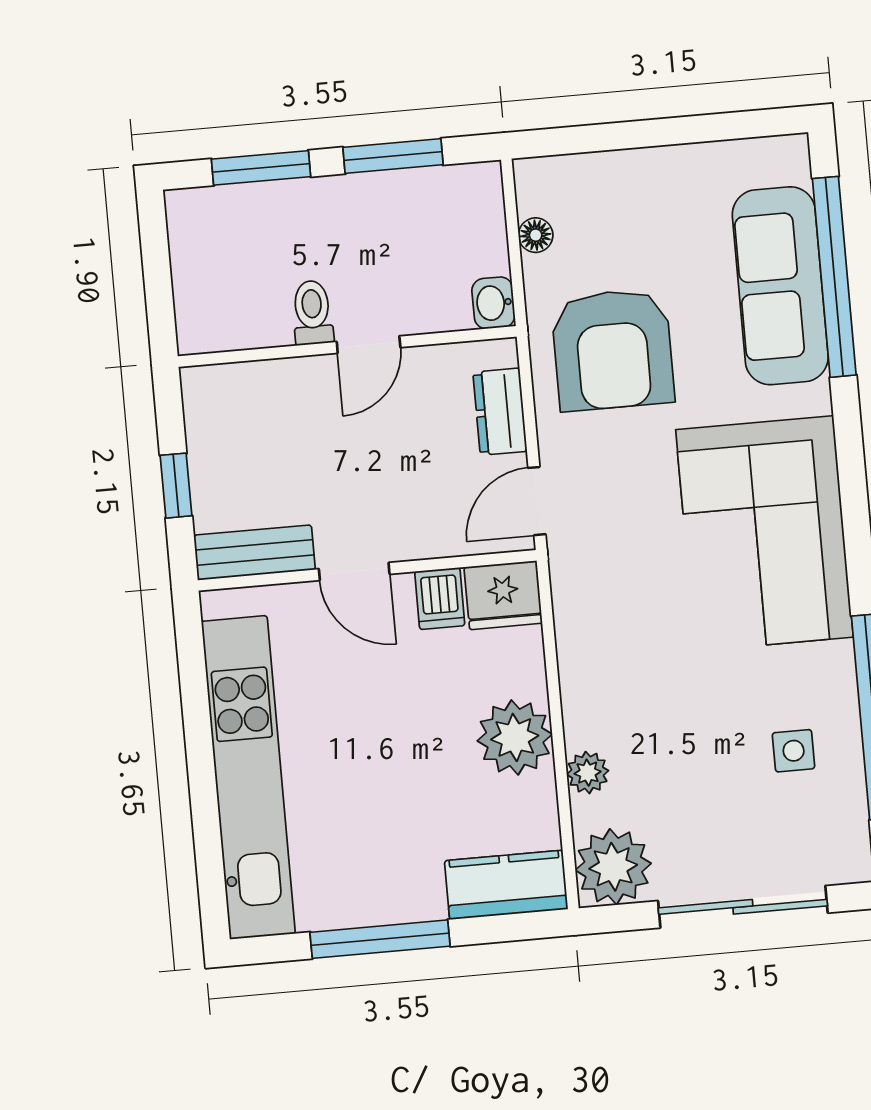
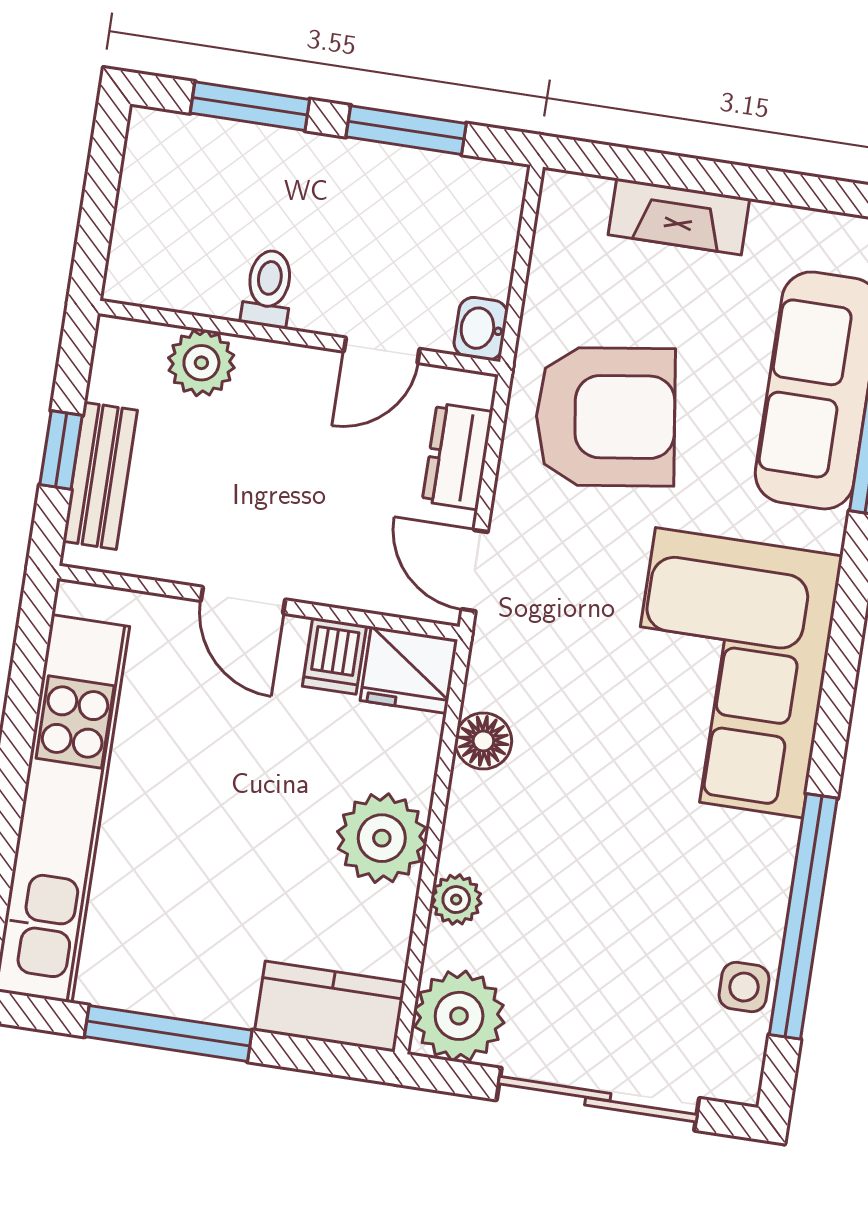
fireplace: (632, 172) -> (679, 217), added
floor lamp: (536, 235) -> (483, 741), moved, width x1.37, depth x1.37
door: (369, 345) -> (382, 350), moved
armchair: (613, 350) -> (606, 417), turned -98
plant: (273, 386) -> (201, 363), added
door: (537, 501) -> (475, 571), hinge flipped
bench: (254, 552) -> (100, 476), moved, turned 90
side table: (794, 751) -> (744, 987), moved

